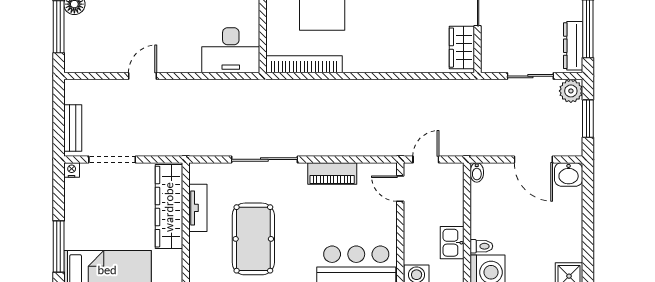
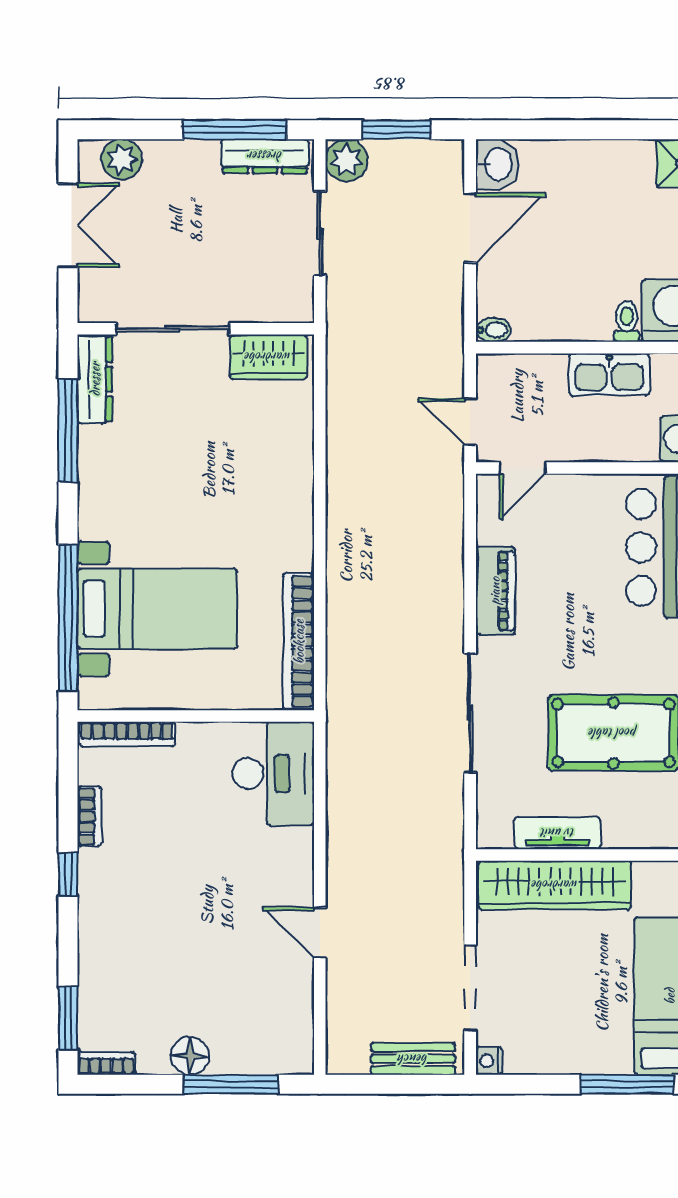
kitchen sink: (452, 243) -> (609, 374), width x1.38

